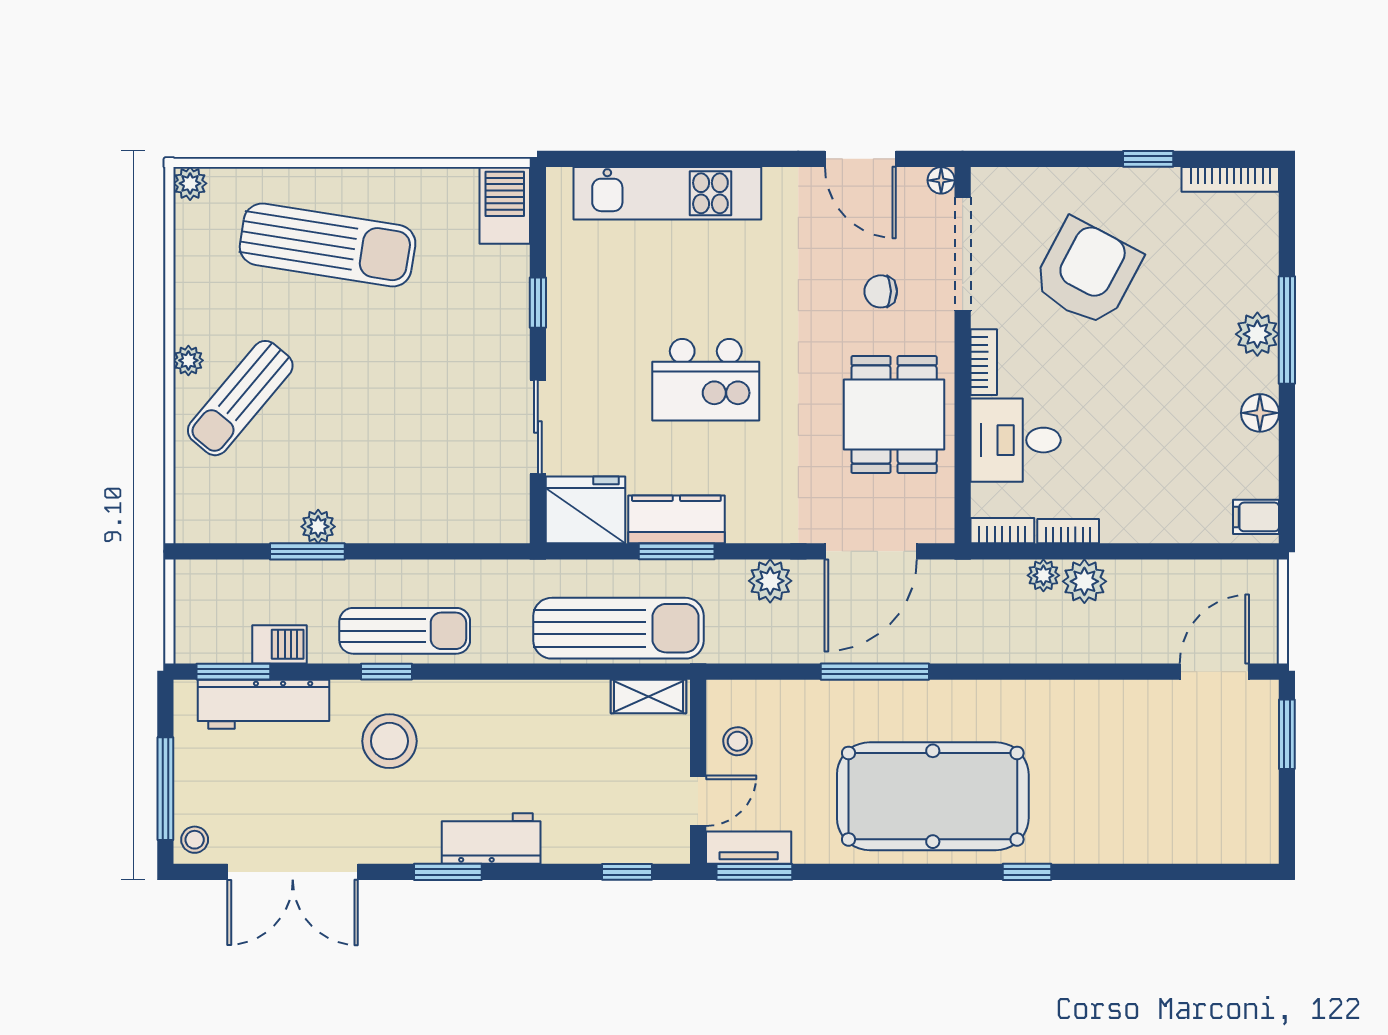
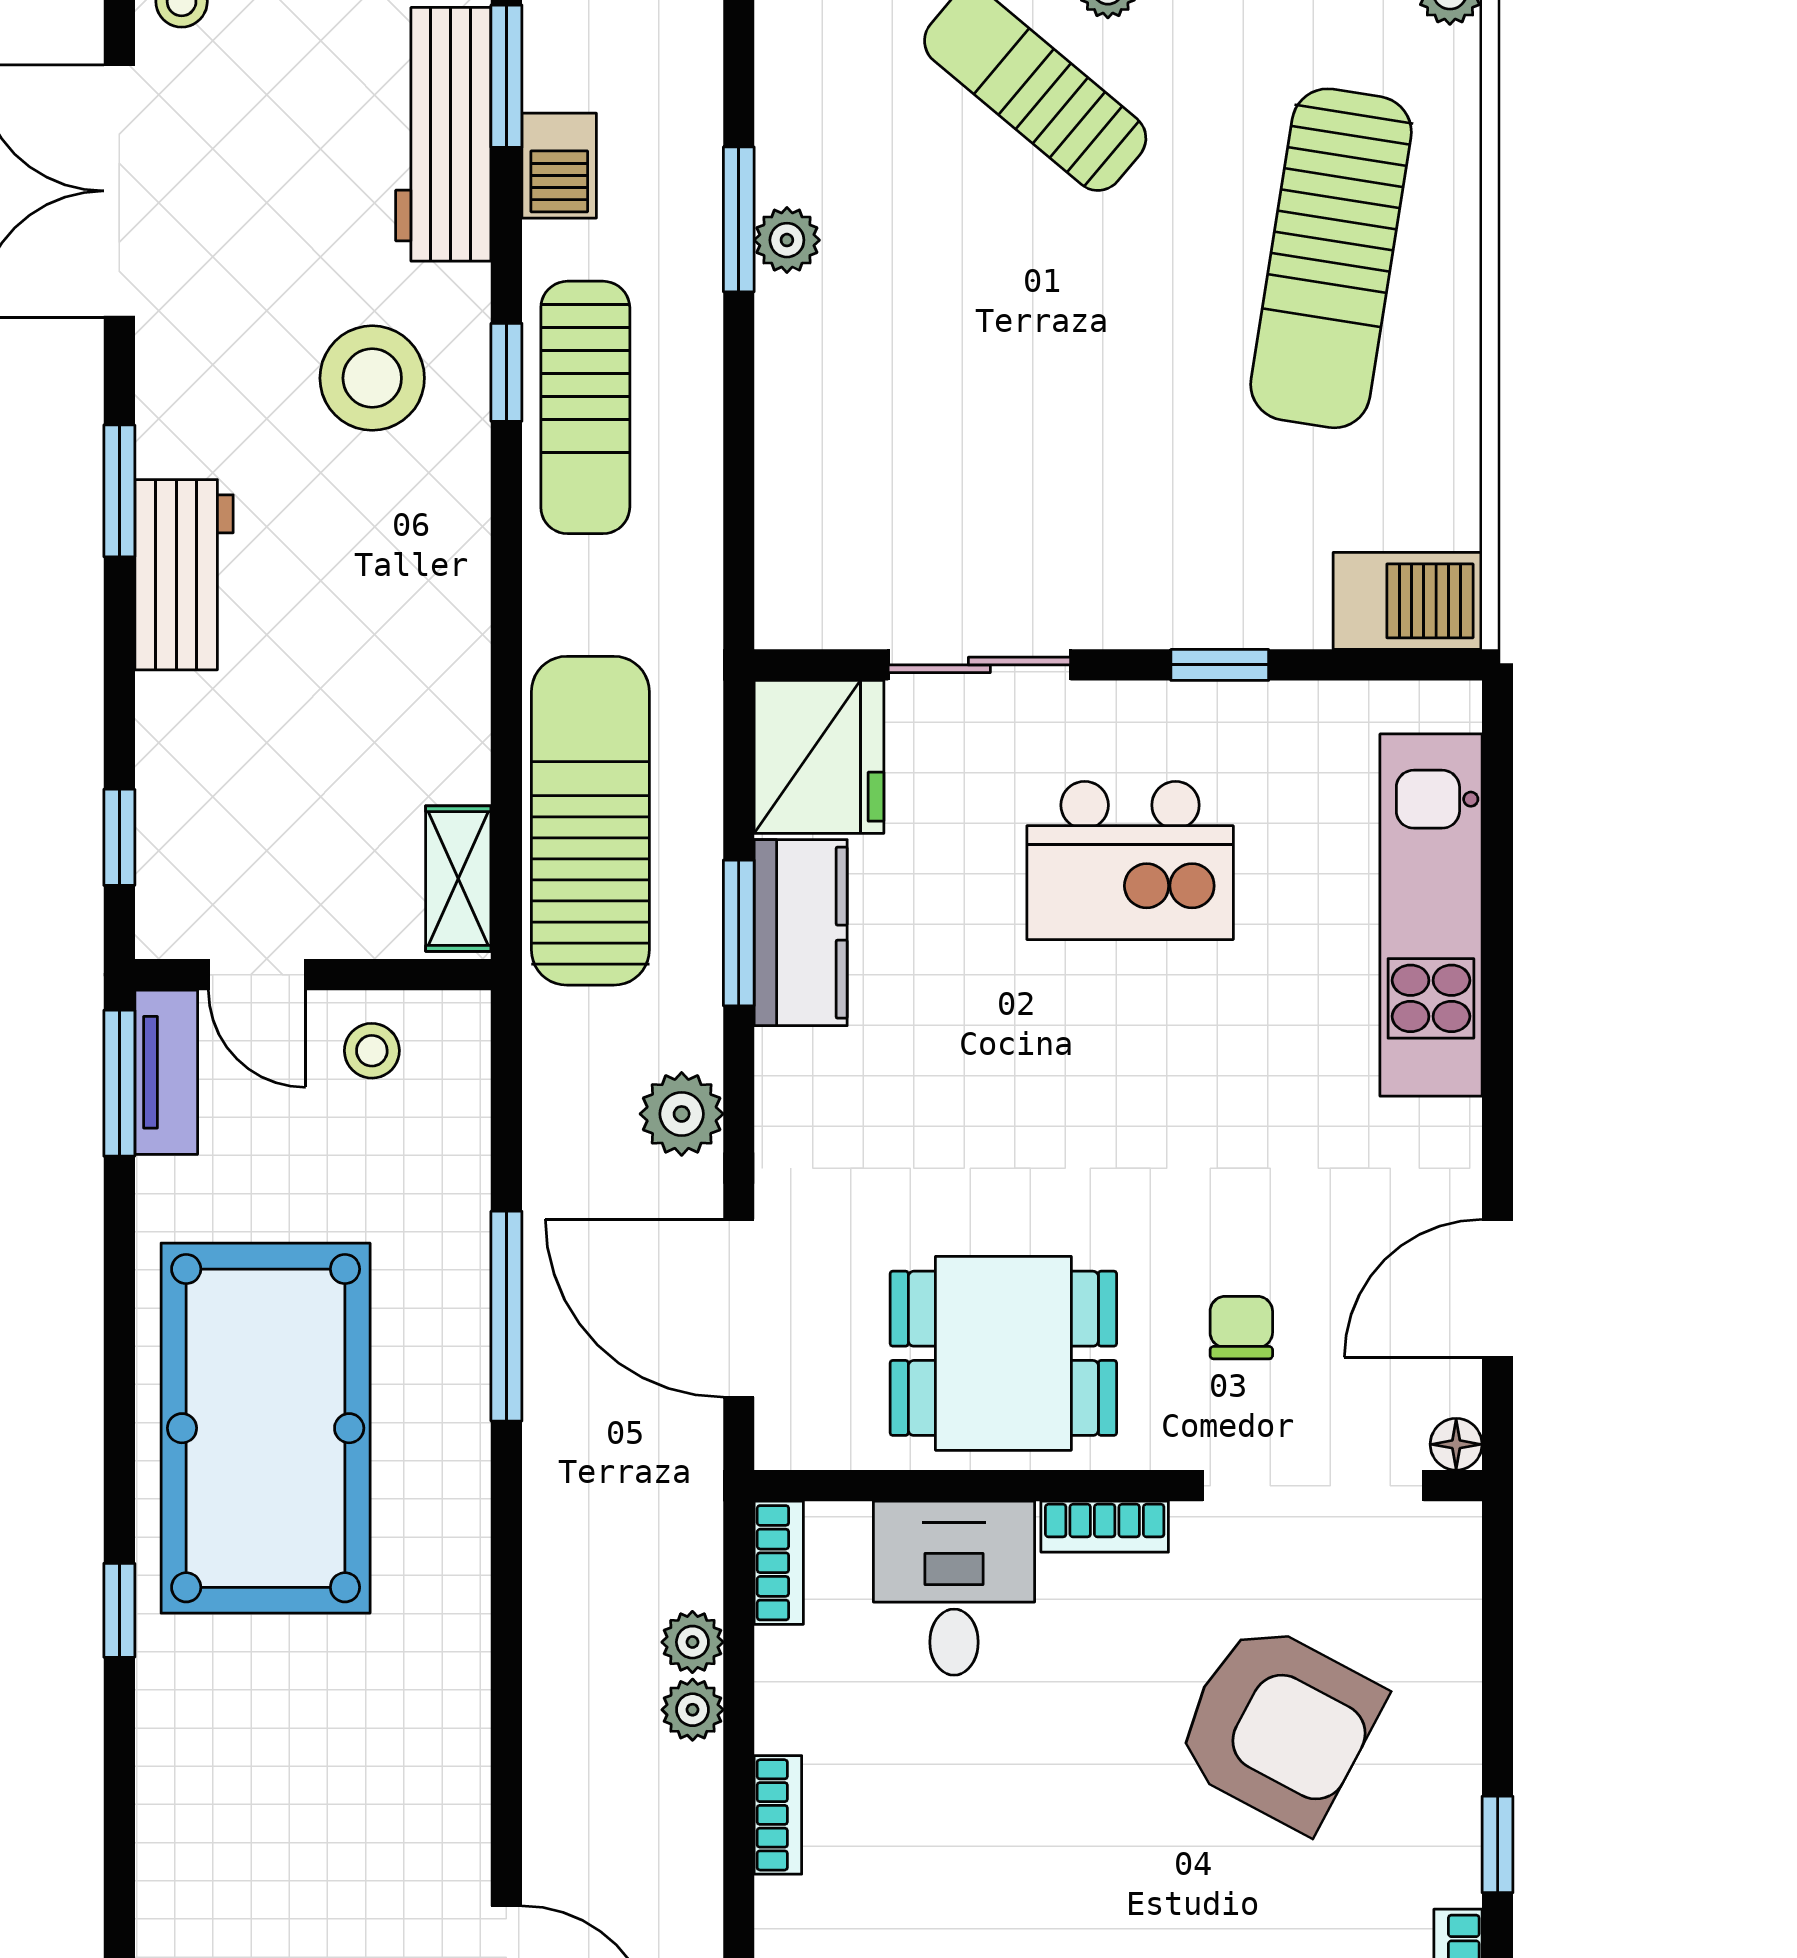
kitchen island: (706, 380) -> (1130, 860), moved, turned -90
bookcase: (1068, 531) -> (778, 1815), moved
plant: (1084, 581) -> (693, 1710), width x0.73, depth x0.73
sun lounger: (619, 628) -> (590, 821), turned 180

